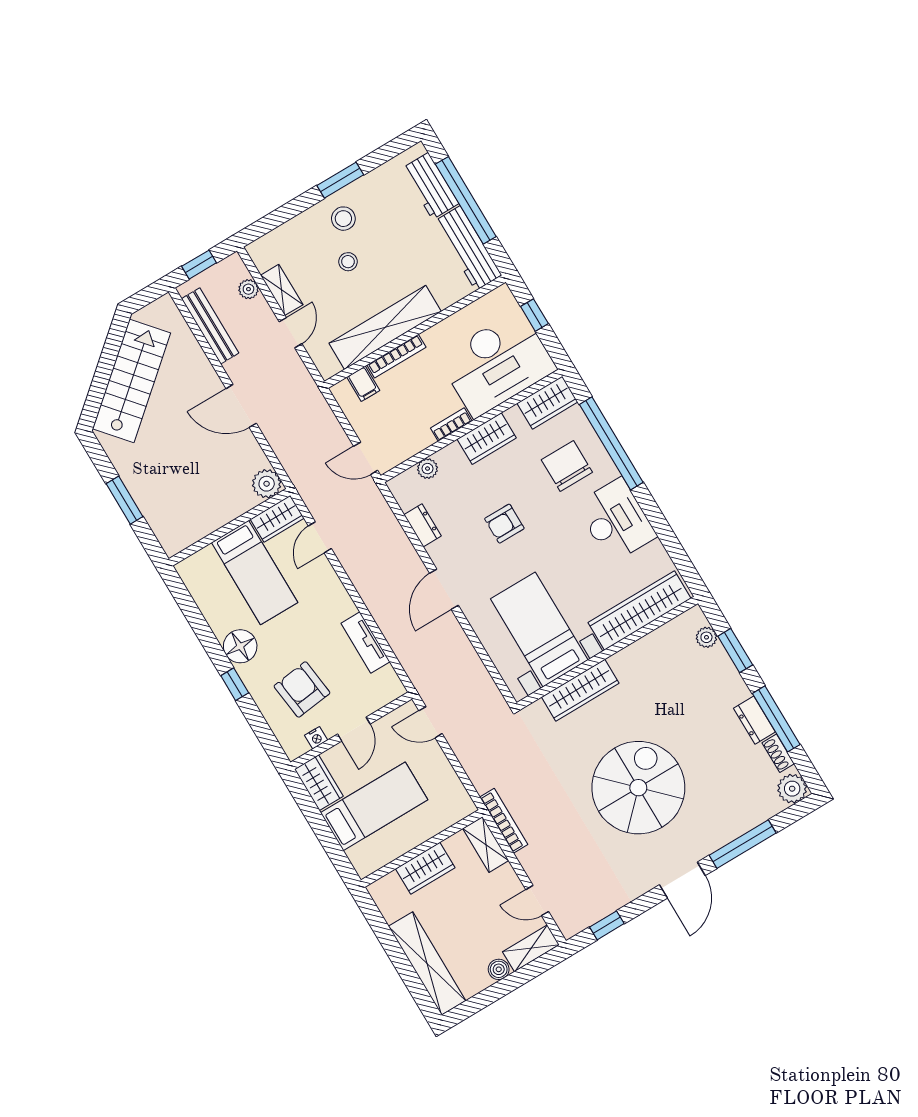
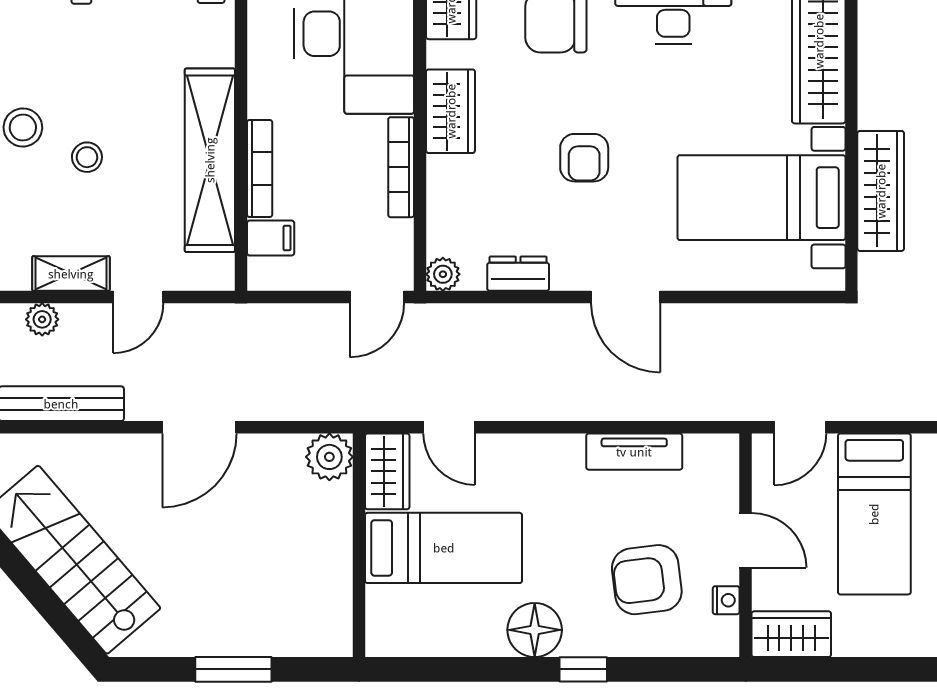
door: (290, 333) -> (138, 297), swing flipped
bookcase: (451, 425) -> (401, 167), width x1.56
plant: (427, 469) -> (443, 274), moved
bed: (374, 806) -> (874, 514), moved, turned 180

